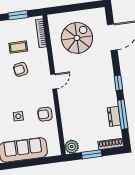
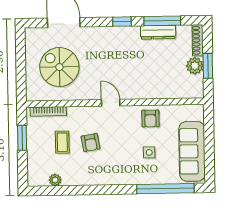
dresser: (114, 116) -> (158, 32), width x1.44
plant: (72, 147) -> (195, 66), moved

